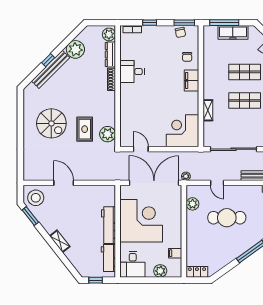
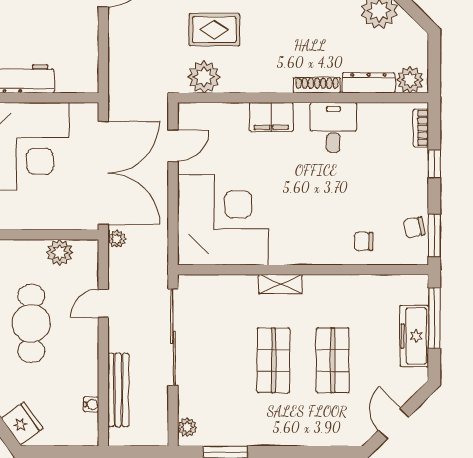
filing cabinet: (192, 80) -> (271, 117), moved, turned 180
shelving: (208, 110) -> (280, 284), moved
corner desk: (182, 131) -> (223, 220), width x1.36, depth x1.36

